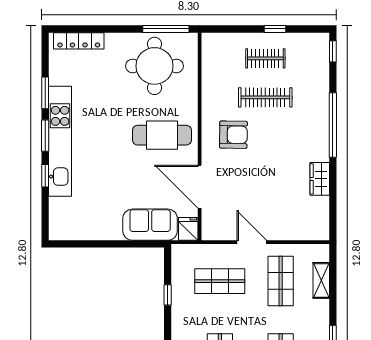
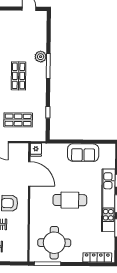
cafe table: (162, 135) -> (70, 200), moved
sofa: (150, 225) -> (83, 153), moved

